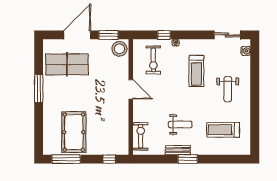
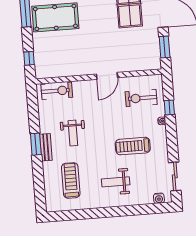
stool: (119, 49) -> (150, 60), removed
bench: (178, 150) -> (46, 147), moved

